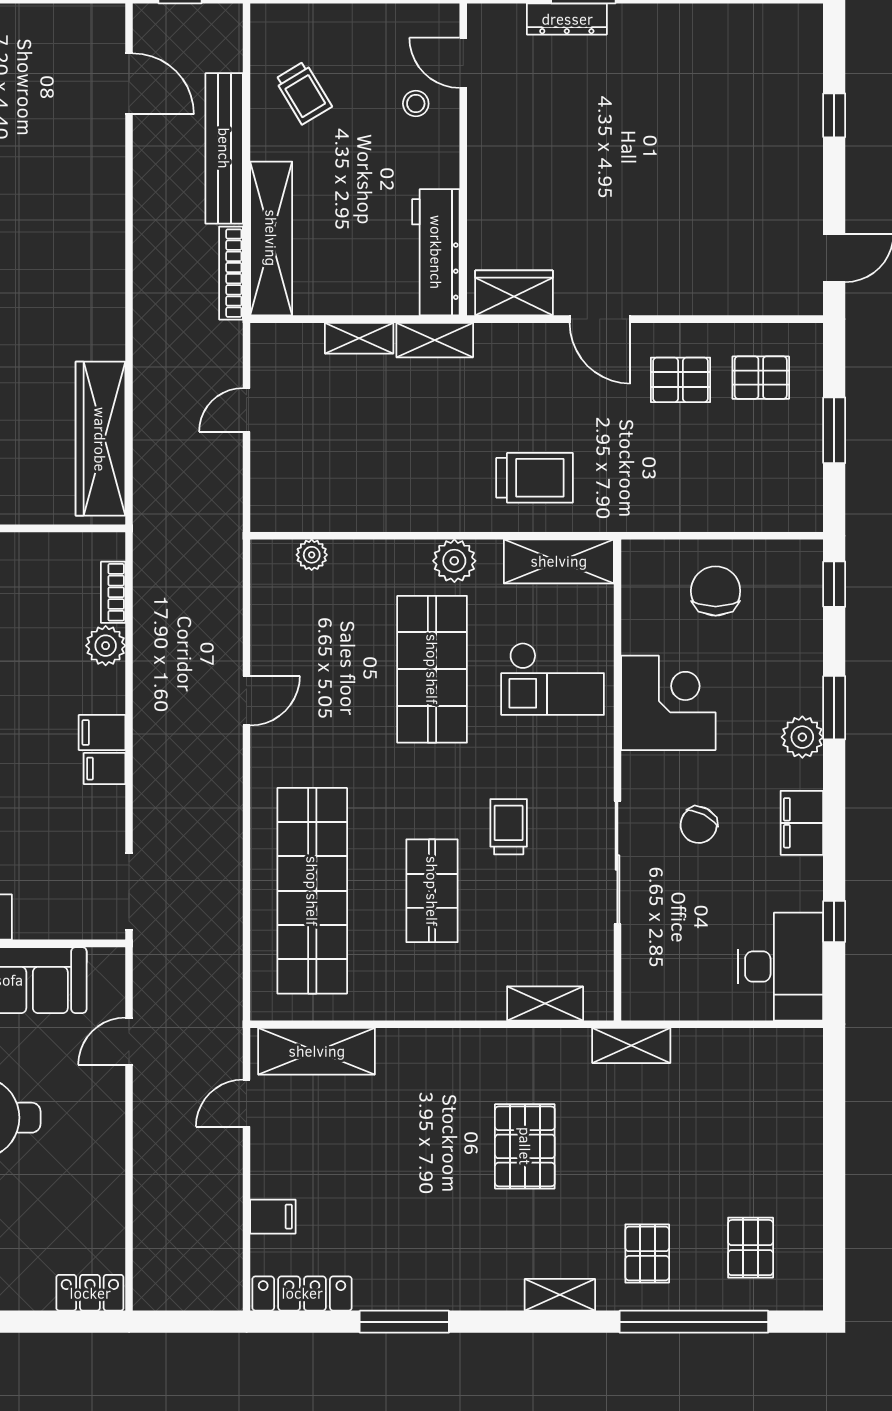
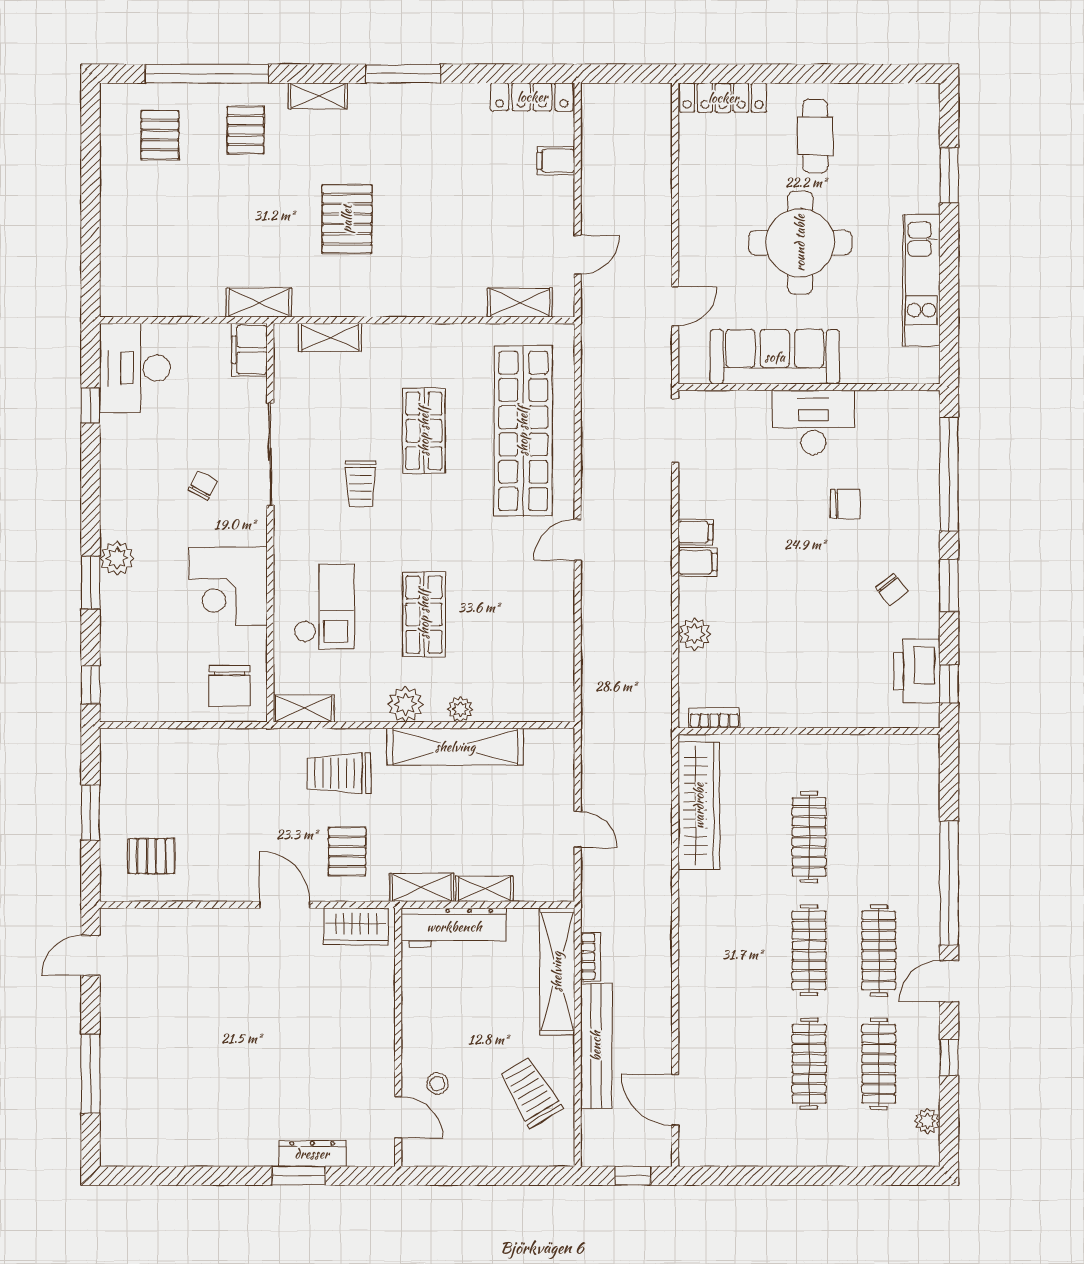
trolley: (303, 93) -> (531, 1092), width x1.36, depth x1.39
window: (834, 115) -> (91, 1074), width x2.17
workbench: (436, 252) -> (454, 927), moved, turned 90
bookcase: (231, 273) -> (591, 957), width x0.64
pallet: (680, 380) -> (347, 852), moved, turned 90
door: (247, 410) -> (578, 829), hinge flipped
shelving: (394, 510) -> (455, 747), added
plant: (312, 555) -> (460, 709), moved
shelving: (559, 561) -> (304, 708), width x0.67, depth x0.75
chair: (716, 591) -> (229, 686), moved
bookcase: (113, 592) -> (714, 718), moved, turned -90
shop shelf: (432, 669) -> (424, 614), width x0.70, depth x0.74
checkout: (553, 679) -> (324, 607), turned 90
door: (247, 701) -> (578, 540), moved
filing cabinet: (802, 823) -> (250, 350), moved, turned 180
chair: (699, 825) -> (203, 485), width x0.73, depth x0.73
shelving: (317, 1051) -> (520, 303), width x0.67, depth x0.75
locker: (90, 1293) -> (723, 98), width x1.53
window: (404, 1322) -> (403, 74), moved

